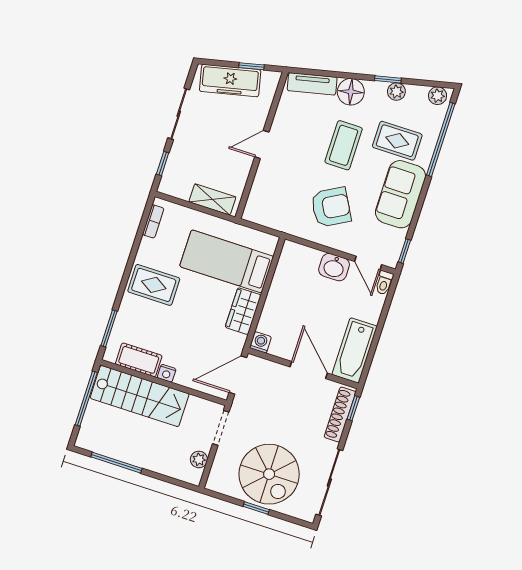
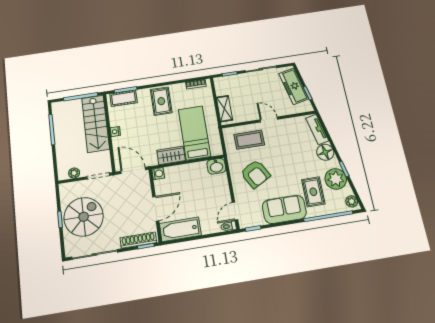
plant: (396, 92) -> (336, 179), width x1.88, depth x1.88
coffee table: (344, 145) -> (249, 140), moved
washbasin: (334, 267) -> (216, 166), moved, turned -90
cot: (139, 360) -> (124, 98), moved, turned 90
spiral stairs: (269, 474) -> (84, 217), turned 180

